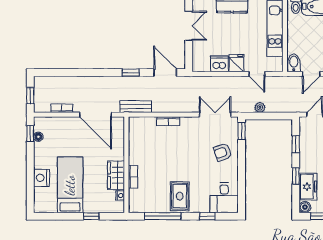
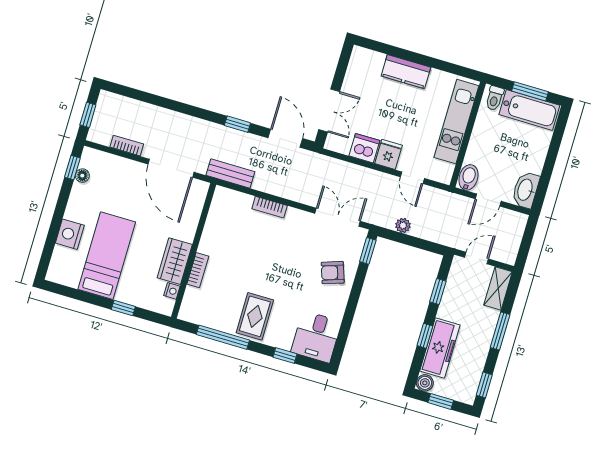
double door: (189, 26) -> (329, 111), moved
freezer: (308, 187) -> (440, 348), width x1.40

